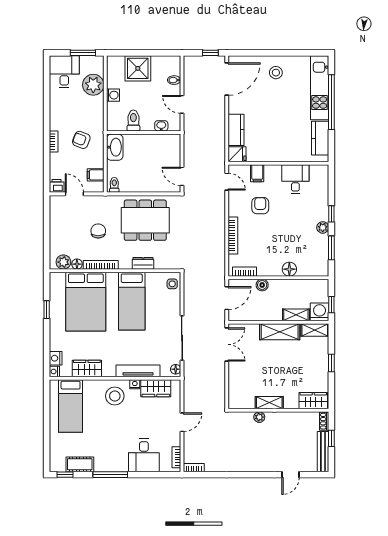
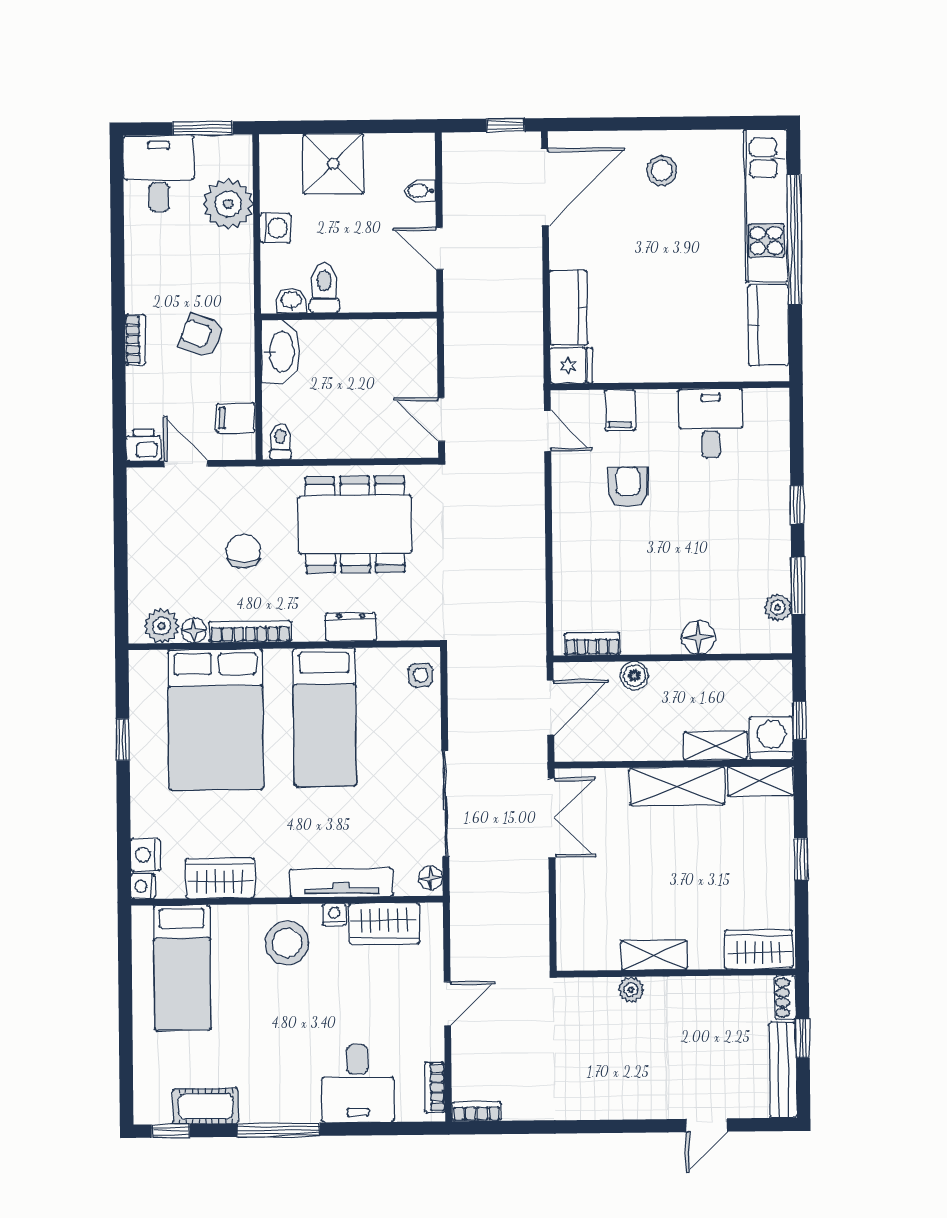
washbasin: (161, 126) -> (291, 301), moved
plant: (323, 227) -> (778, 608), moved
bookcase: (233, 236) -> (564, 559), removed

